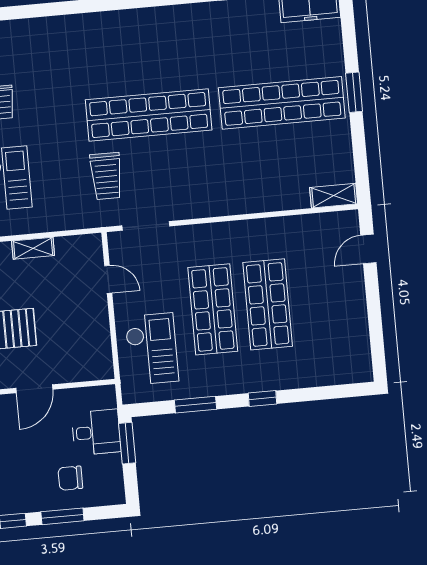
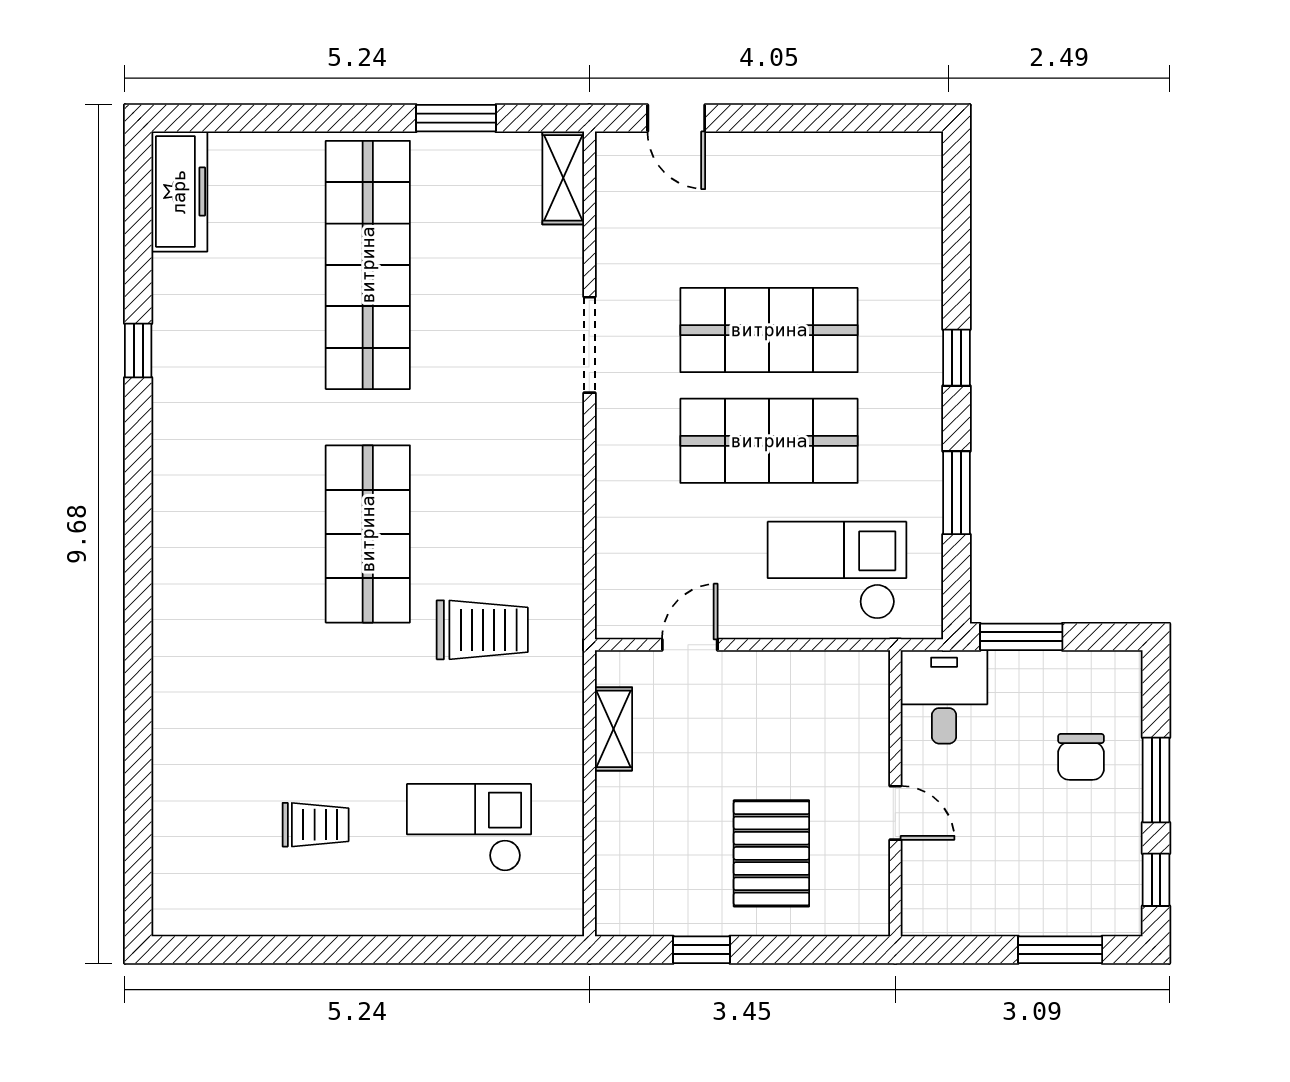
window: (354, 92) -> (456, 118), moved
shop shelf: (149, 115) -> (368, 534), width x0.71
doorway: (146, 226) -> (589, 345), moved
shelving: (33, 248) -> (613, 729), moved
door: (34, 389) -> (895, 813), width x0.73
desk: (96, 432) -> (944, 697), moved

